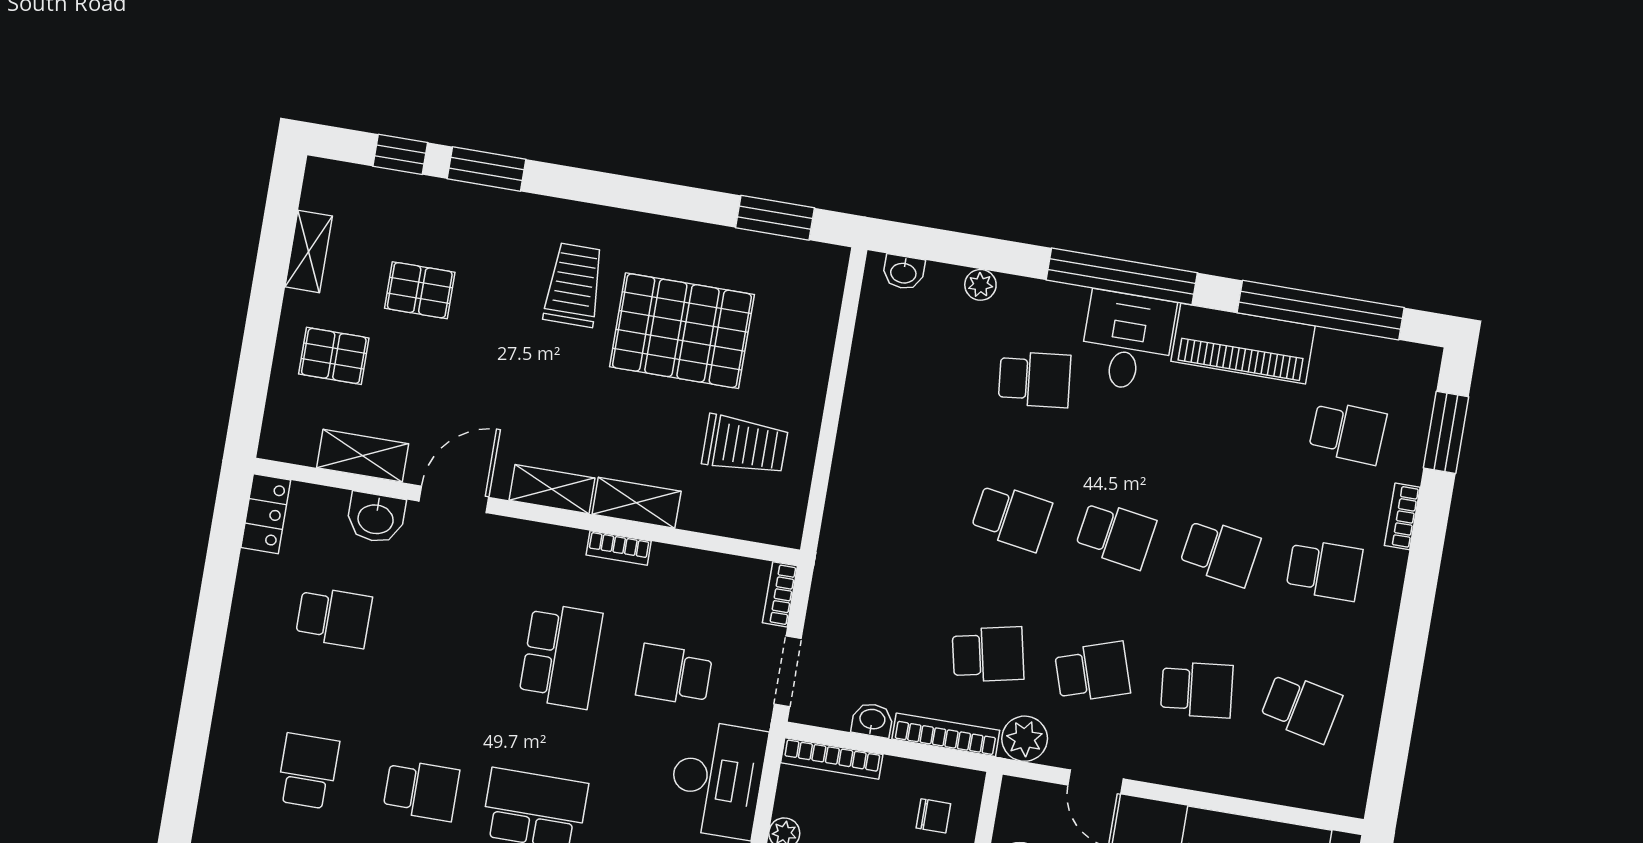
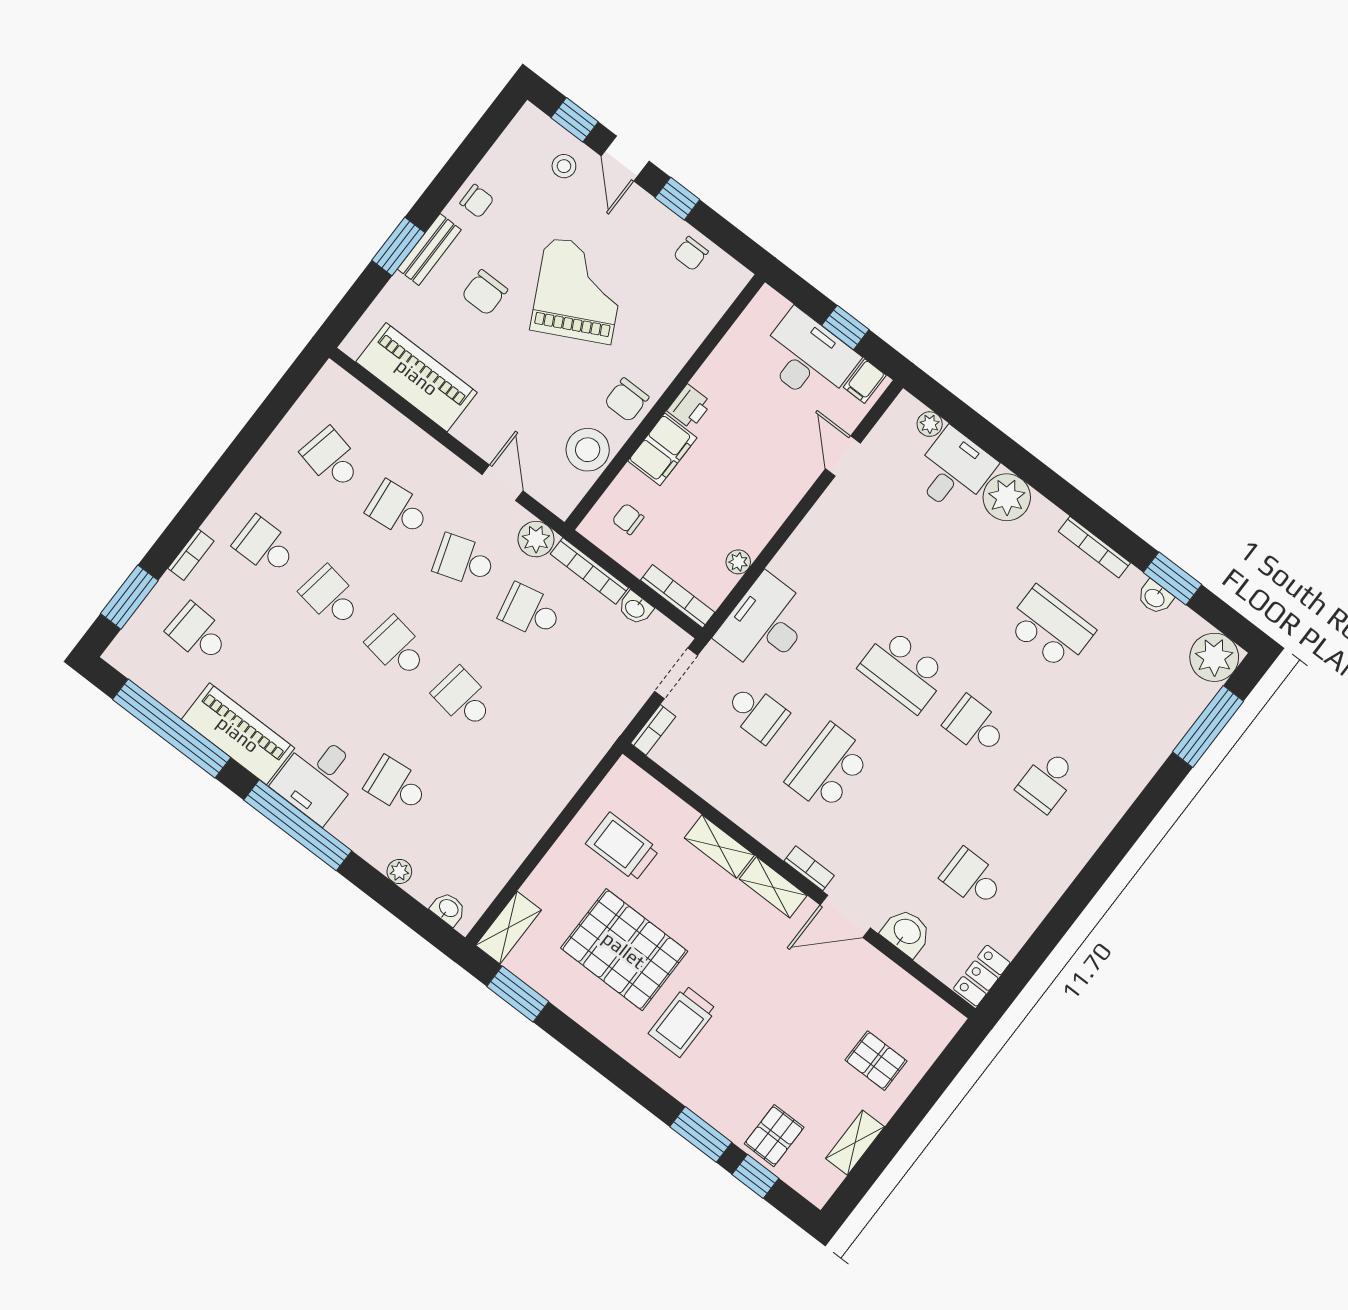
pallet: (420, 290) -> (774, 1136), moved, turned 90
shelving: (363, 456) -> (509, 928), moved, turned 90
bookcase: (619, 548) -> (809, 868), moved

